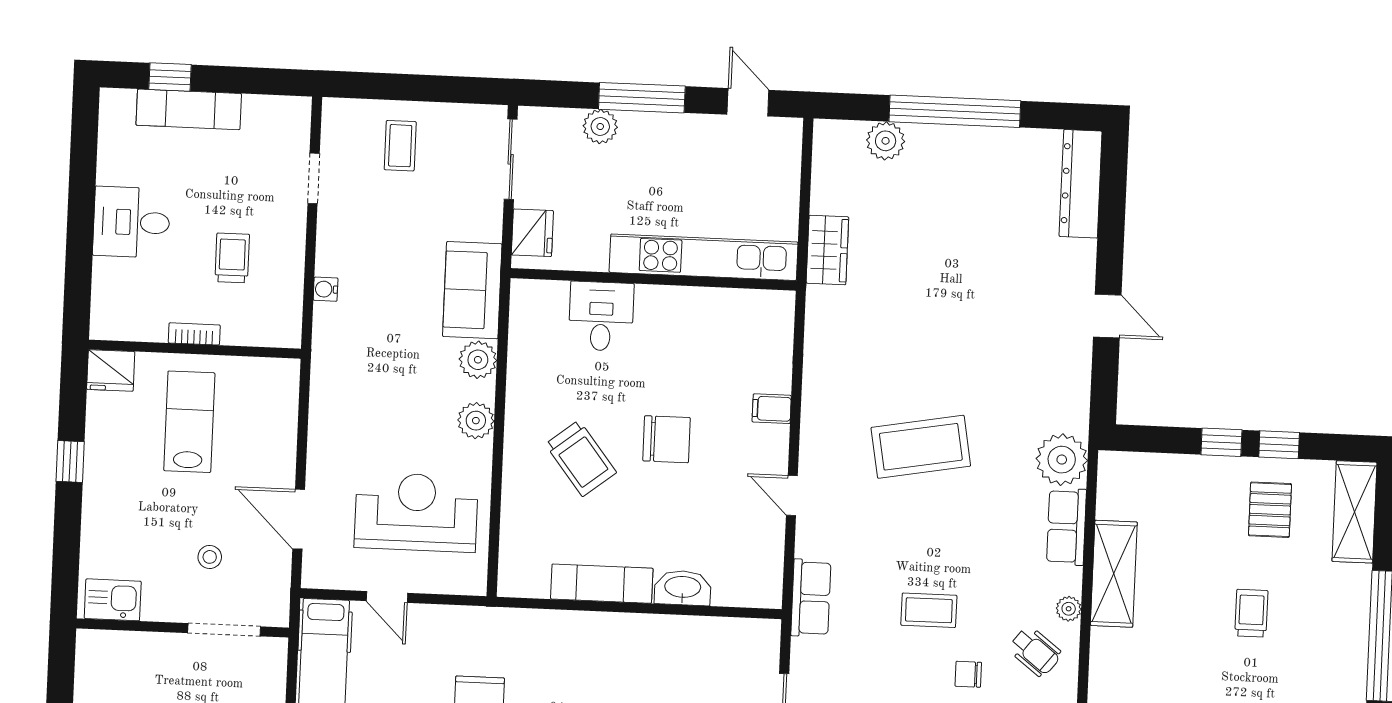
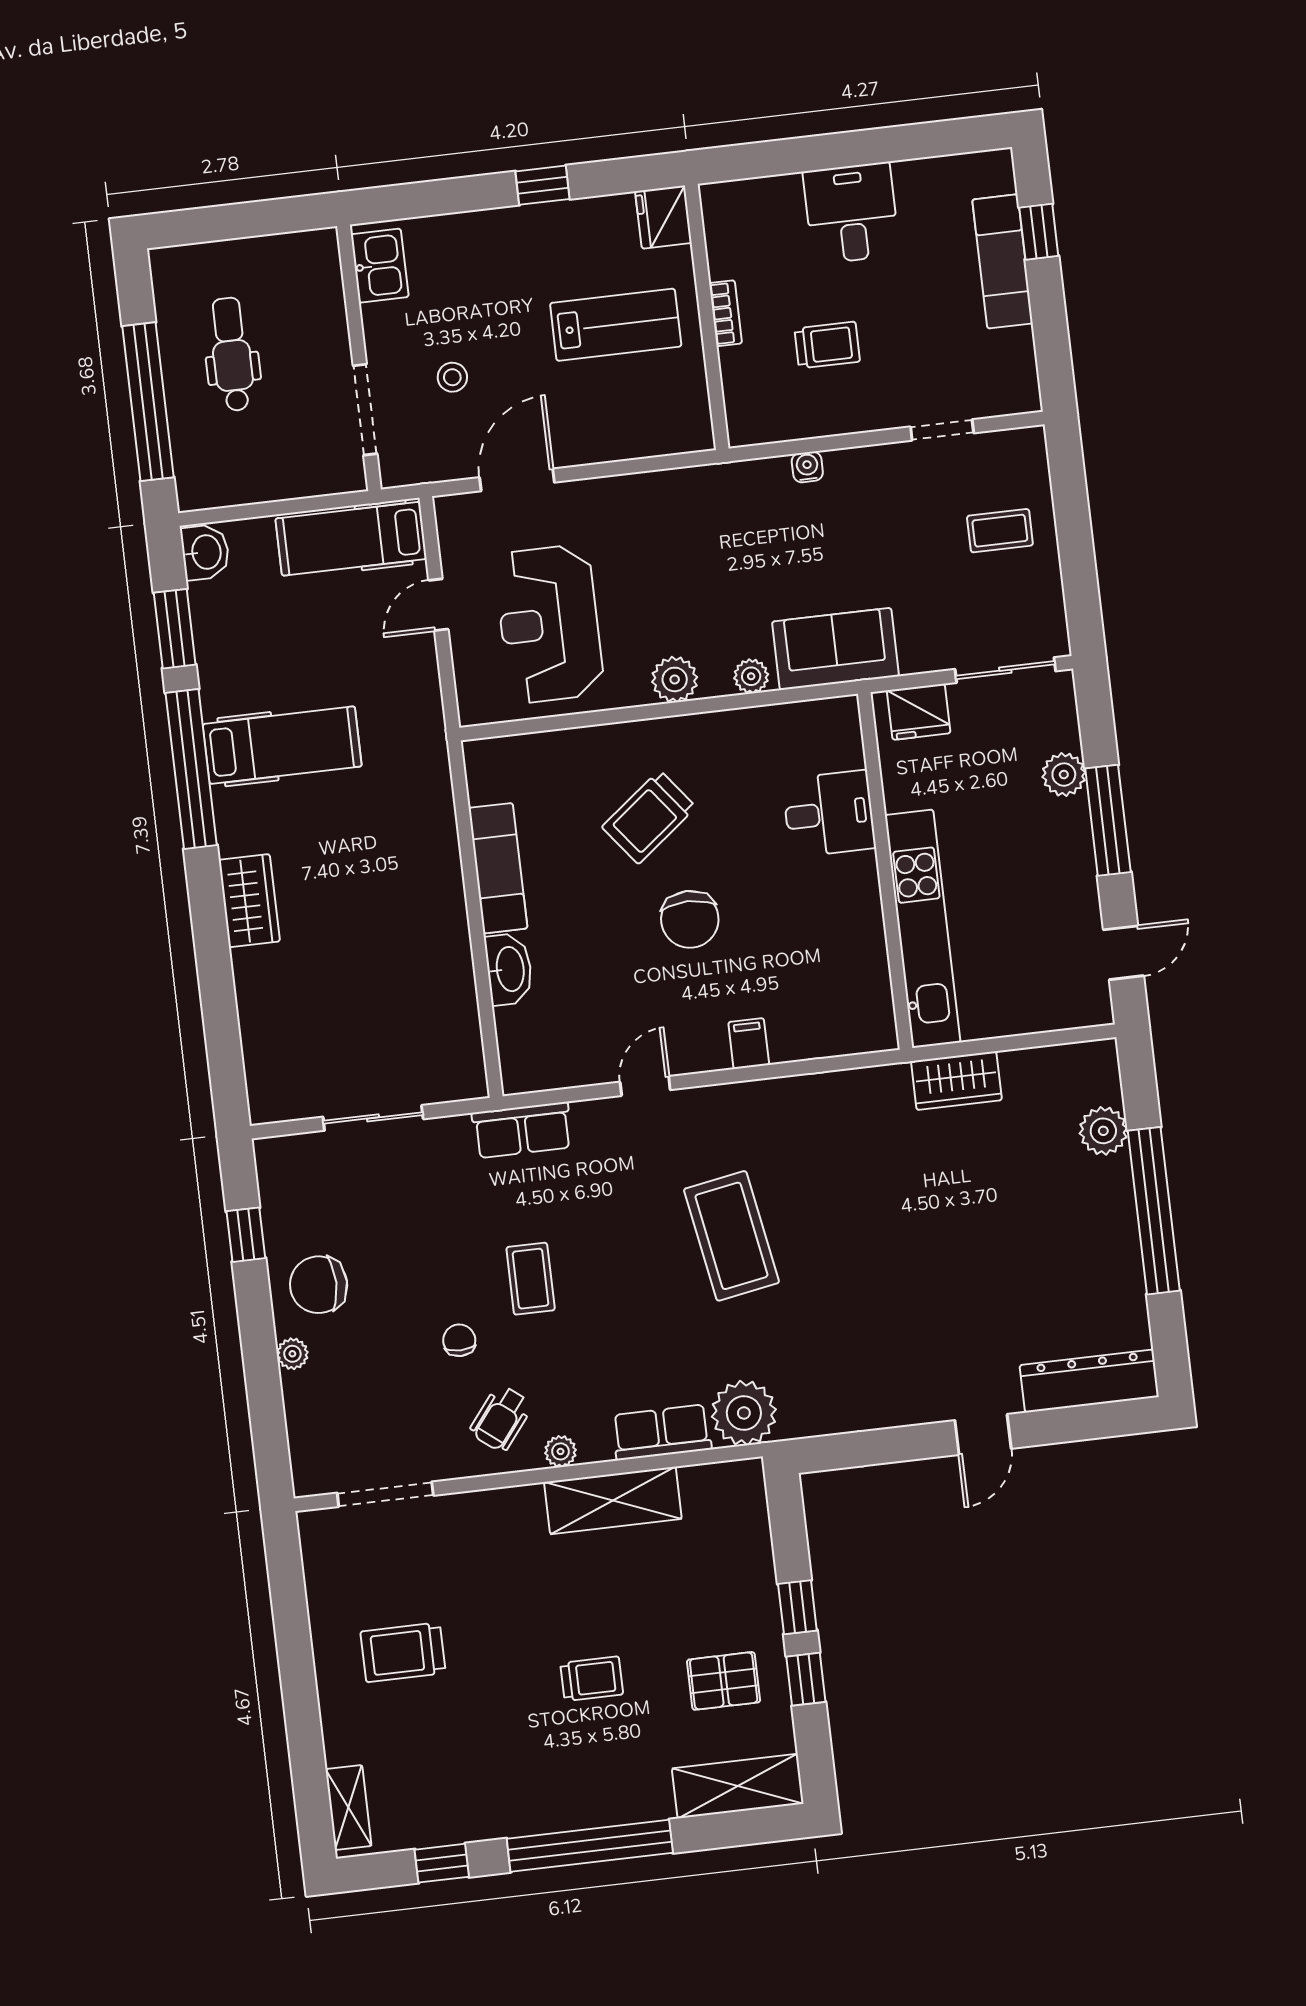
door: (1107, 316) -> (983, 1434), moved
plant: (478, 360) -> (751, 676), width x0.73, depth x0.73
reception desk: (416, 512) -> (549, 624), turned 180

